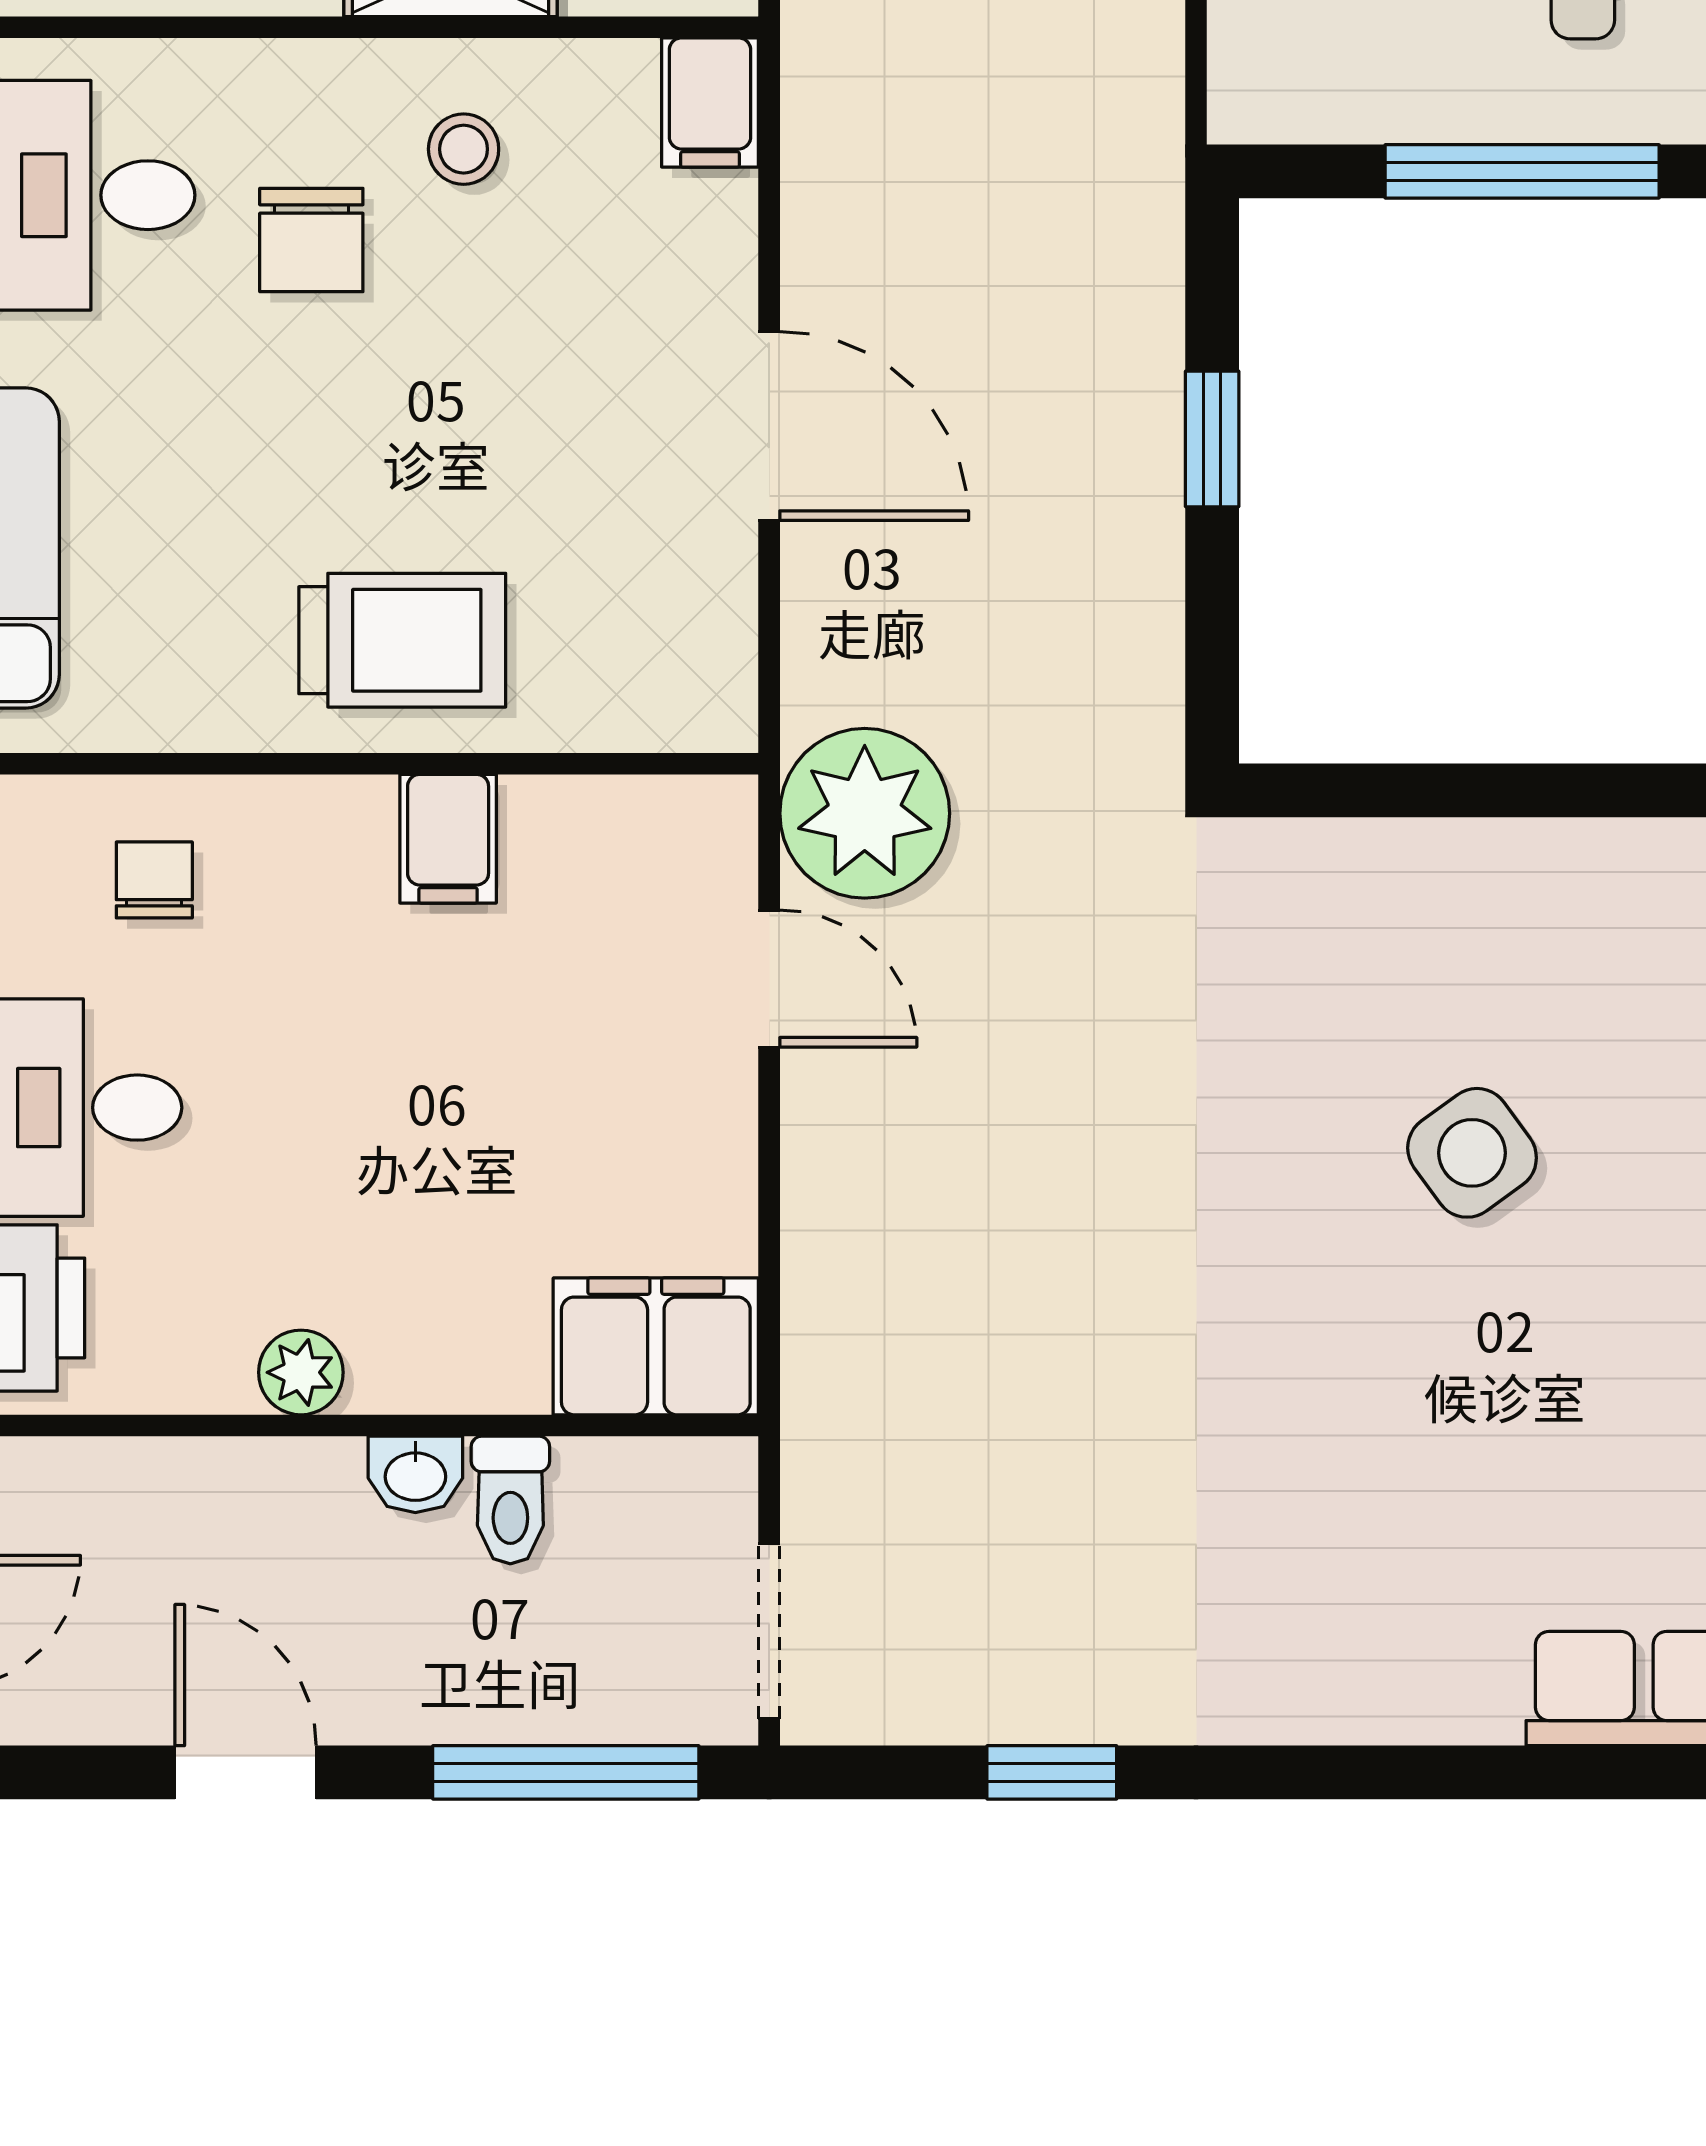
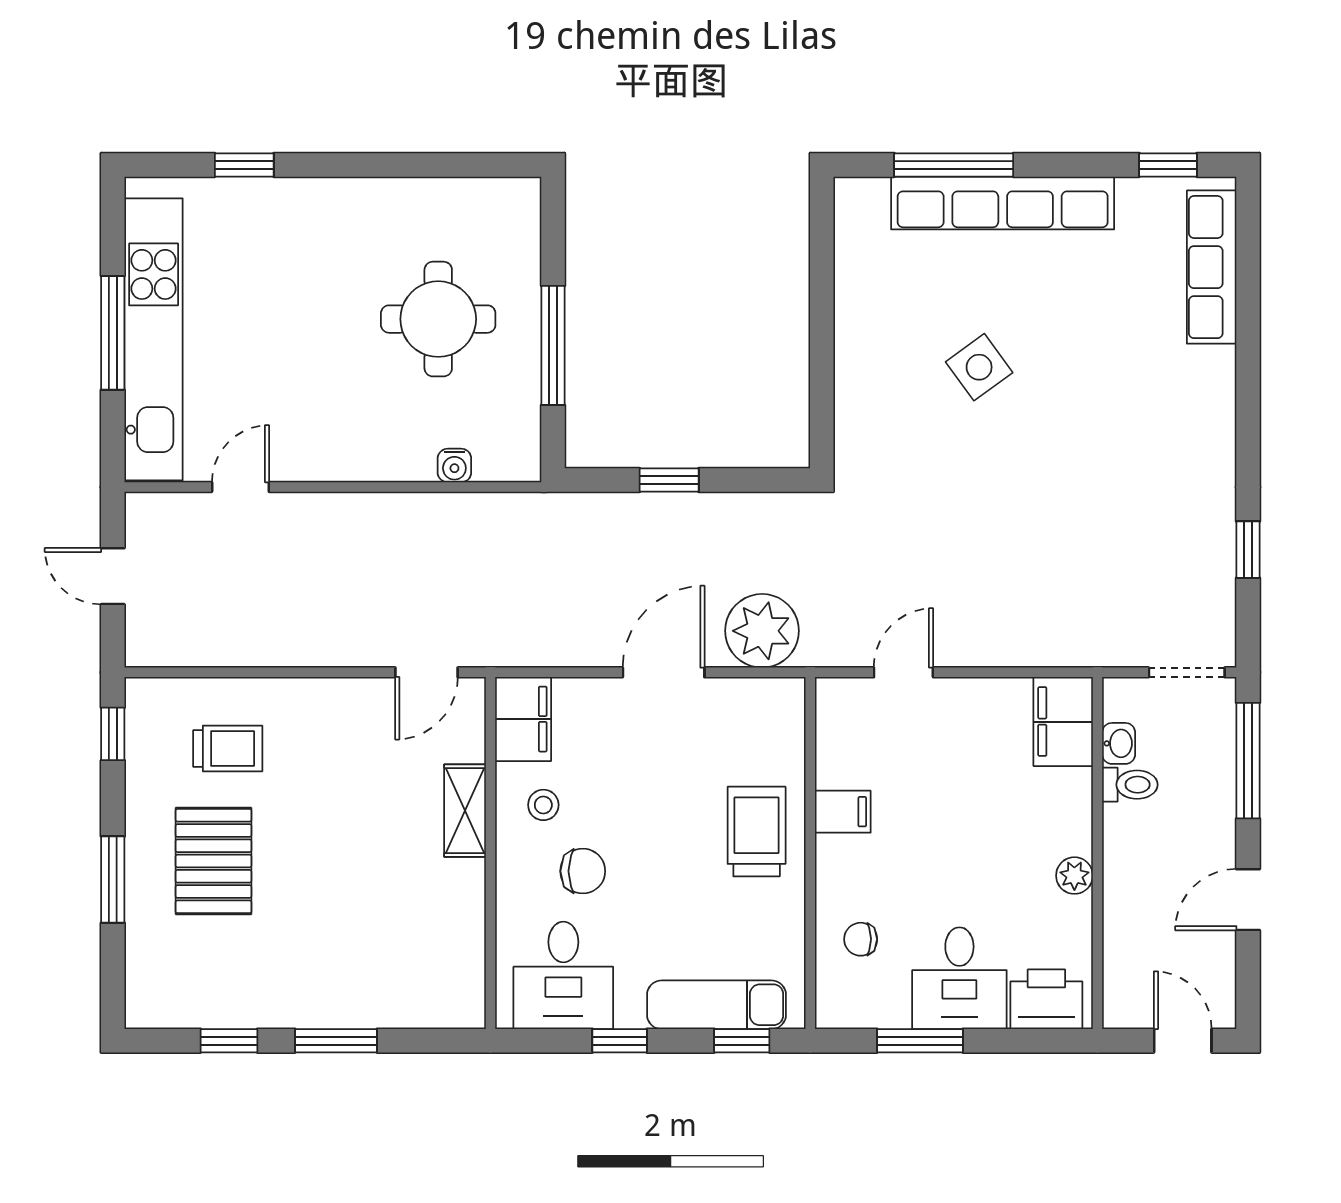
filing cabinet: (710, 103) -> (523, 719), width x2.00
plant: (865, 813) -> (762, 631), moved
washbasin: (415, 1474) -> (1119, 743), moved

